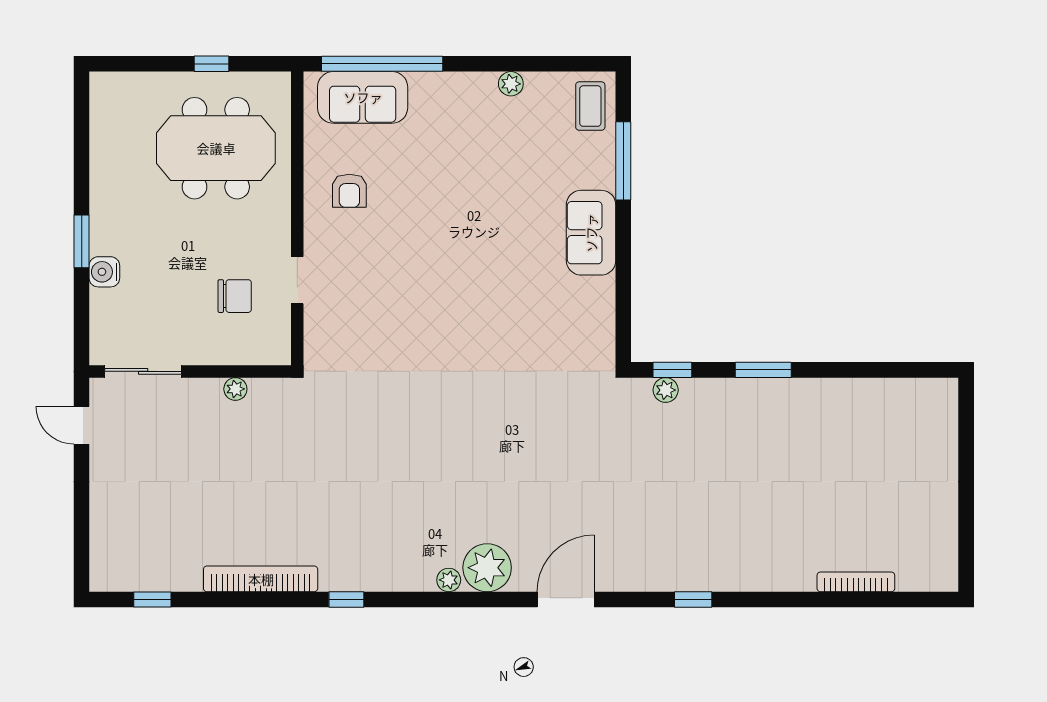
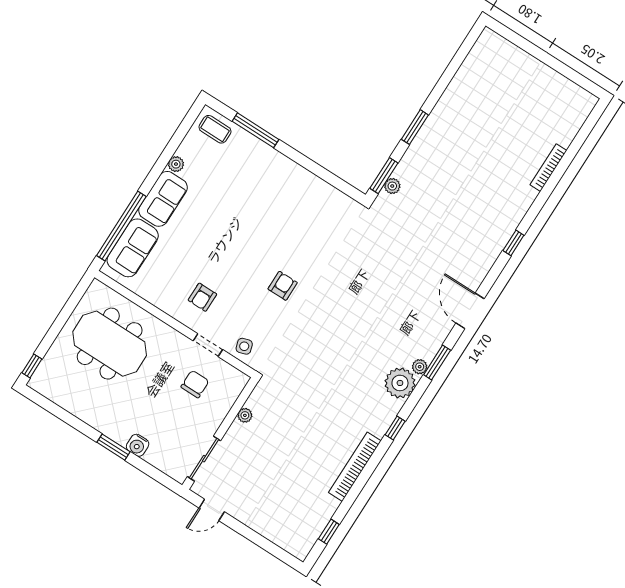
window: (212, 64) -> (32, 366), moved
meeting table: (216, 148) -> (110, 344), turned 90
armchair: (349, 191) -> (202, 297), moved, turned 90
sofa: (591, 233) -> (163, 199), moved, turned -90
side table: (327, 329) -> (244, 346), added
armchair: (440, 329) -> (283, 286), added
window: (672, 370) -> (384, 176), width x1.50
plant: (487, 568) -> (400, 383), moved
bookcase: (856, 582) -> (548, 168), moved
window: (469, 599) -> (437, 362), added

